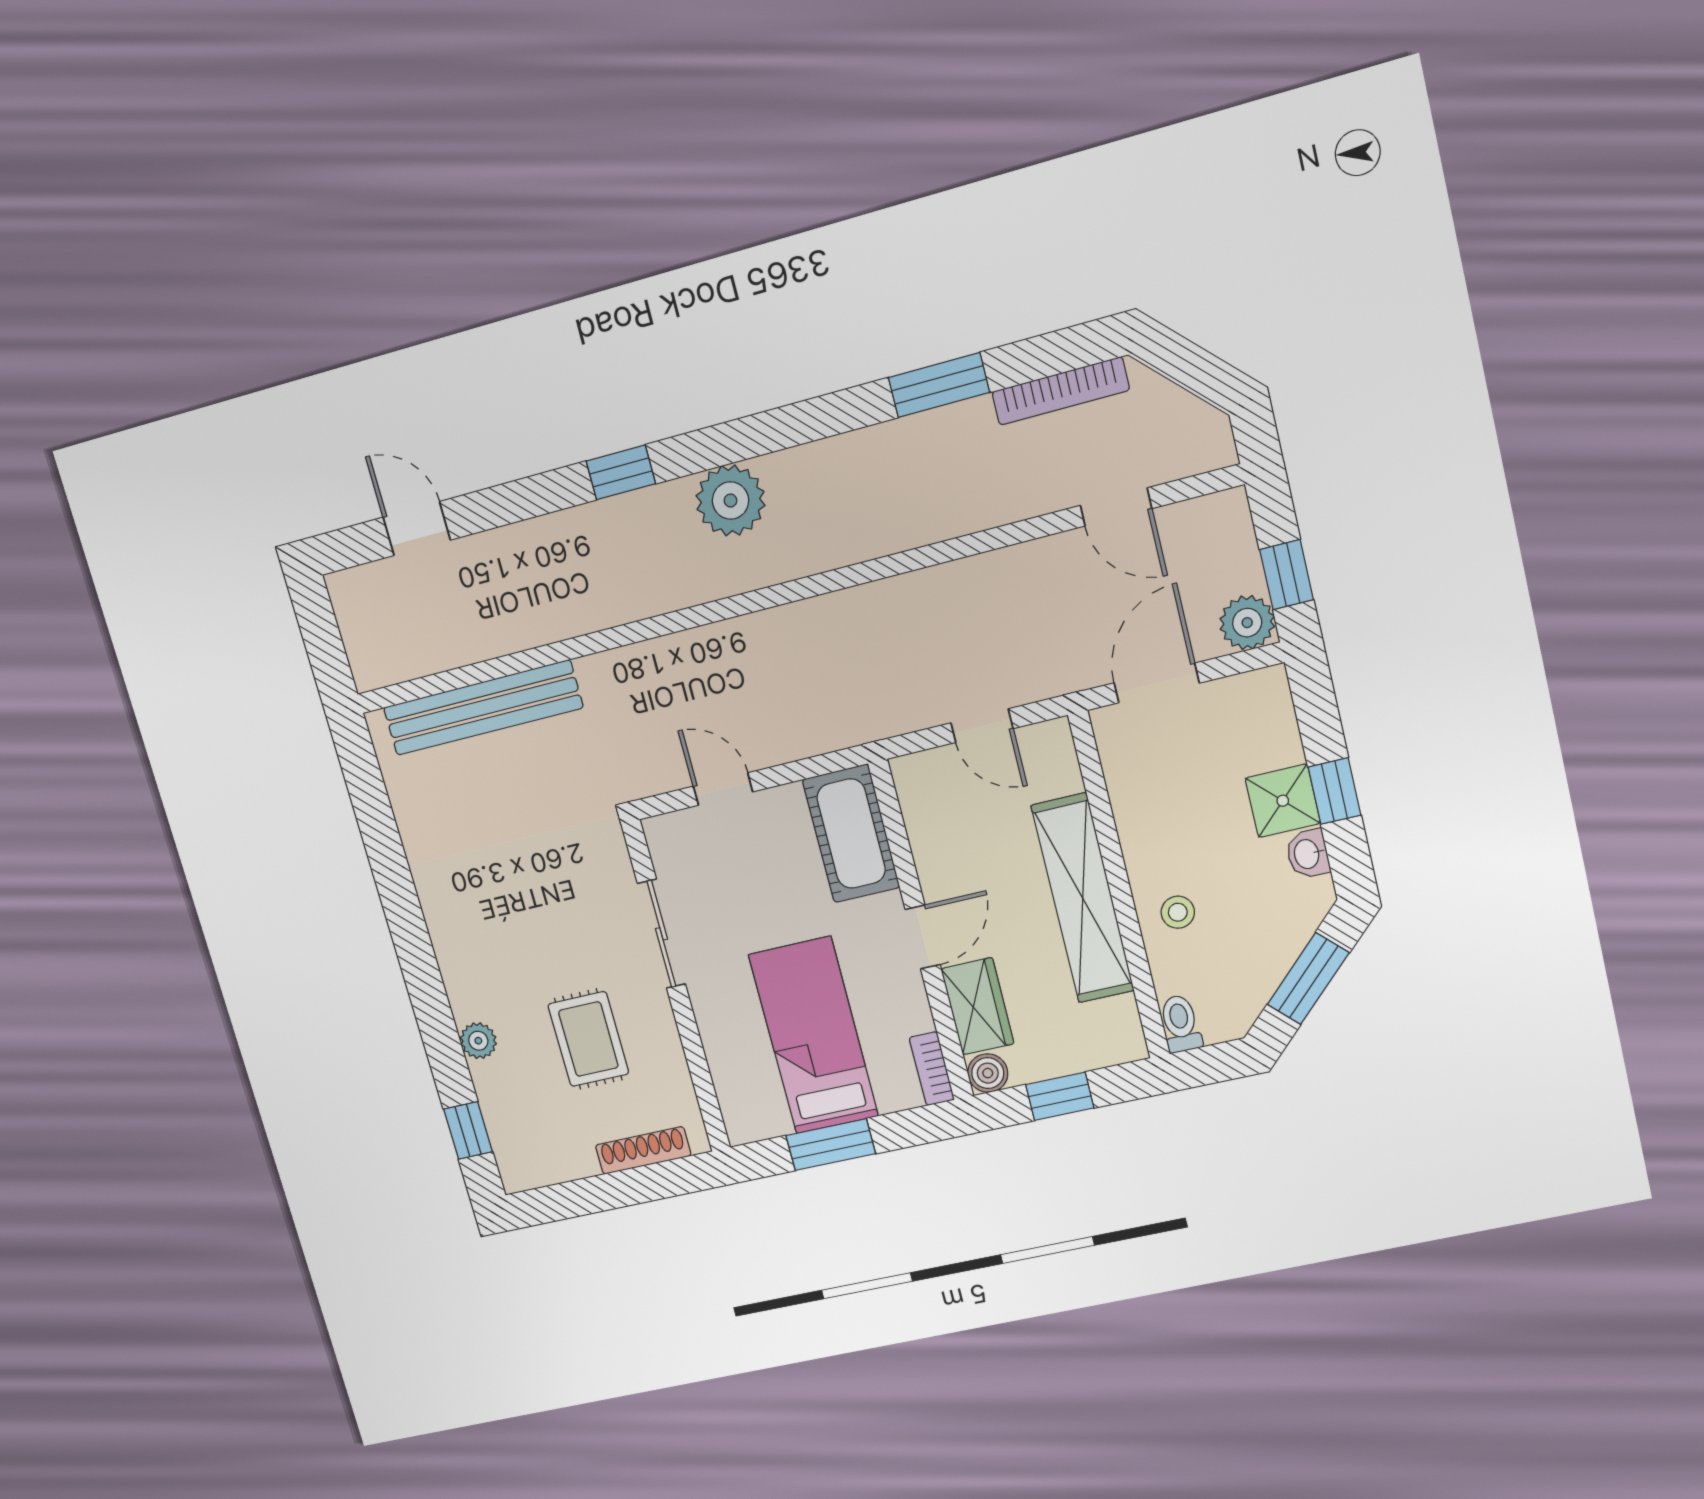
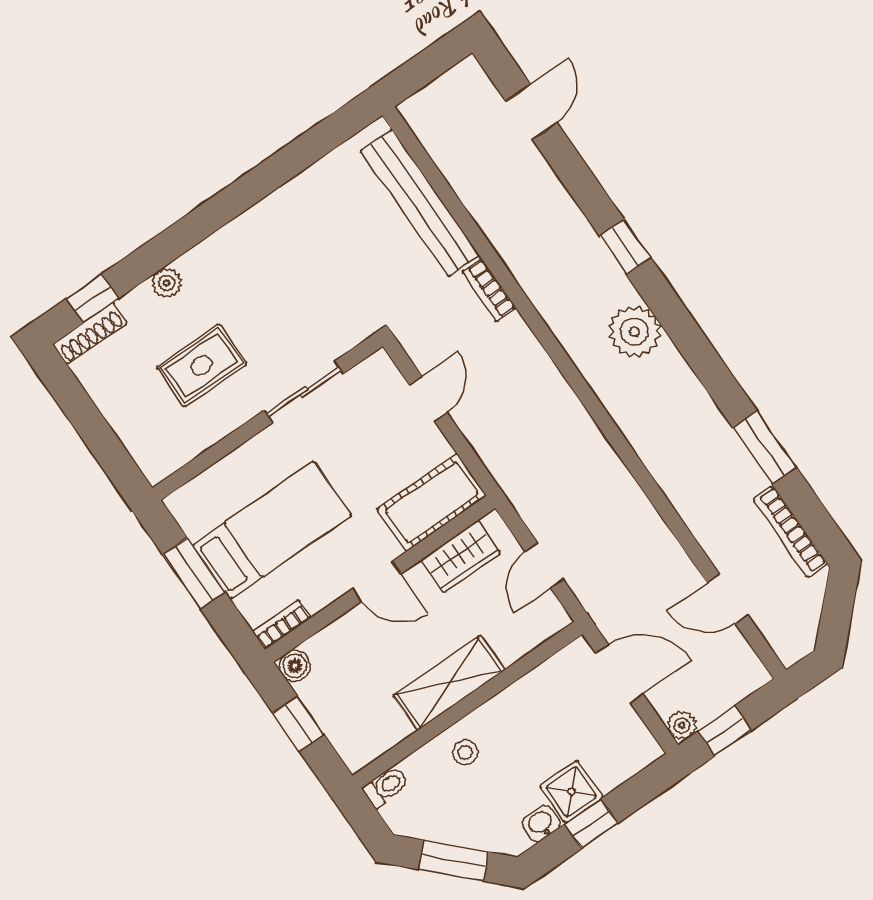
door: (1116, 507) -> (728, 599), hinge flipped
plant: (1247, 623) -> (682, 725), width x0.73, depth x0.73
bookcase: (616, 664) -> (489, 290), added
shelving: (1083, 898) -> (449, 683), width x0.68
wardrobe: (977, 1006) -> (461, 557), moved
shoe rack: (643, 1150) -> (90, 333), moved, turned 90

